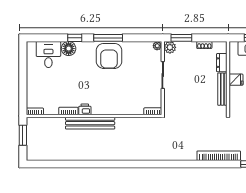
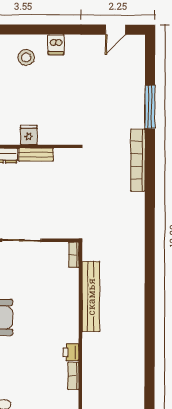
bench: (222, 89) -> (36, 155), width x0.73
bench: (90, 123) -> (91, 297), moved

